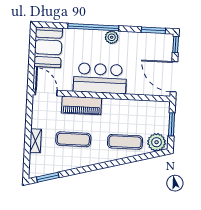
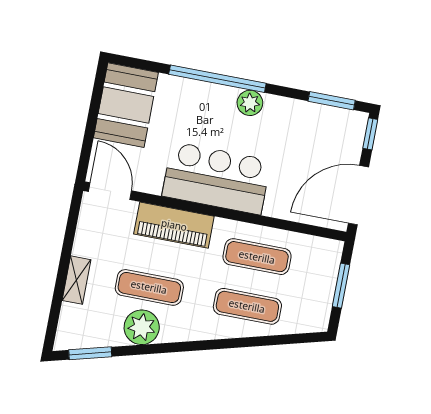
door: (174, 77) -> (358, 195), hinge flipped
exercise mat: (126, 116) -> (257, 257), added
plant: (157, 142) -> (142, 327), moved

